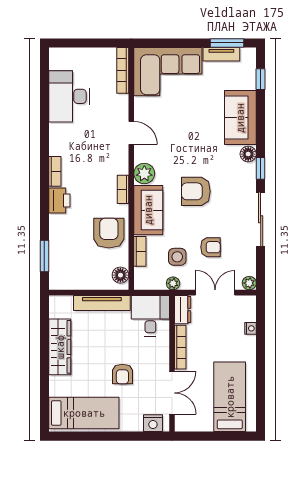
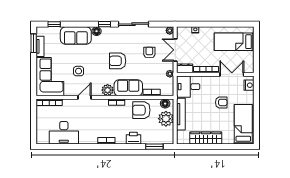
armchair: (196, 191) -> (118, 61), turned 90
printer: (59, 201) -> (133, 138), moved
side table: (177, 257) -> (79, 71), moved
plant: (94, 276) -> (166, 119), added

